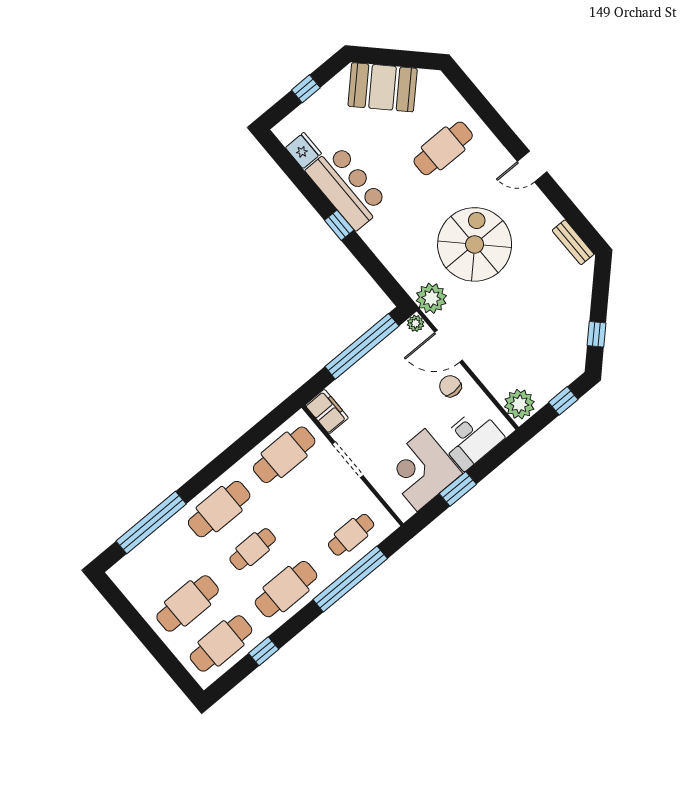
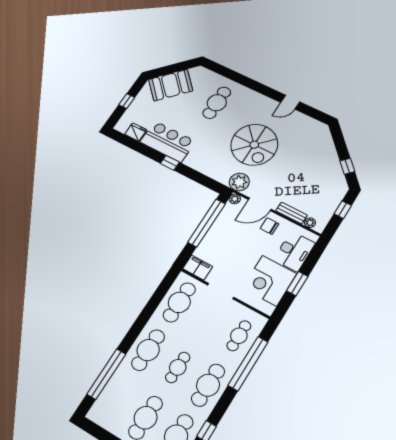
door: (532, 167) -> (290, 102), moved
bench: (573, 242) -> (291, 213), moved
spiral stairs: (475, 244) -> (254, 145), turned 180
plant: (519, 404) -> (310, 223), width x0.53, depth x0.53

